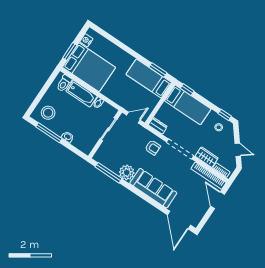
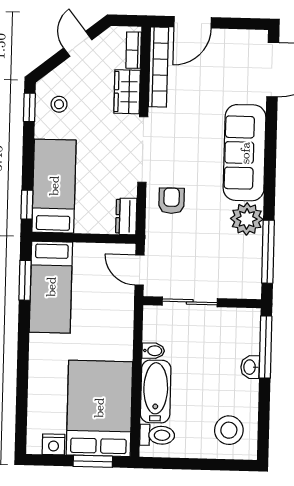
window: (49, 133) -> (265, 347), moved

